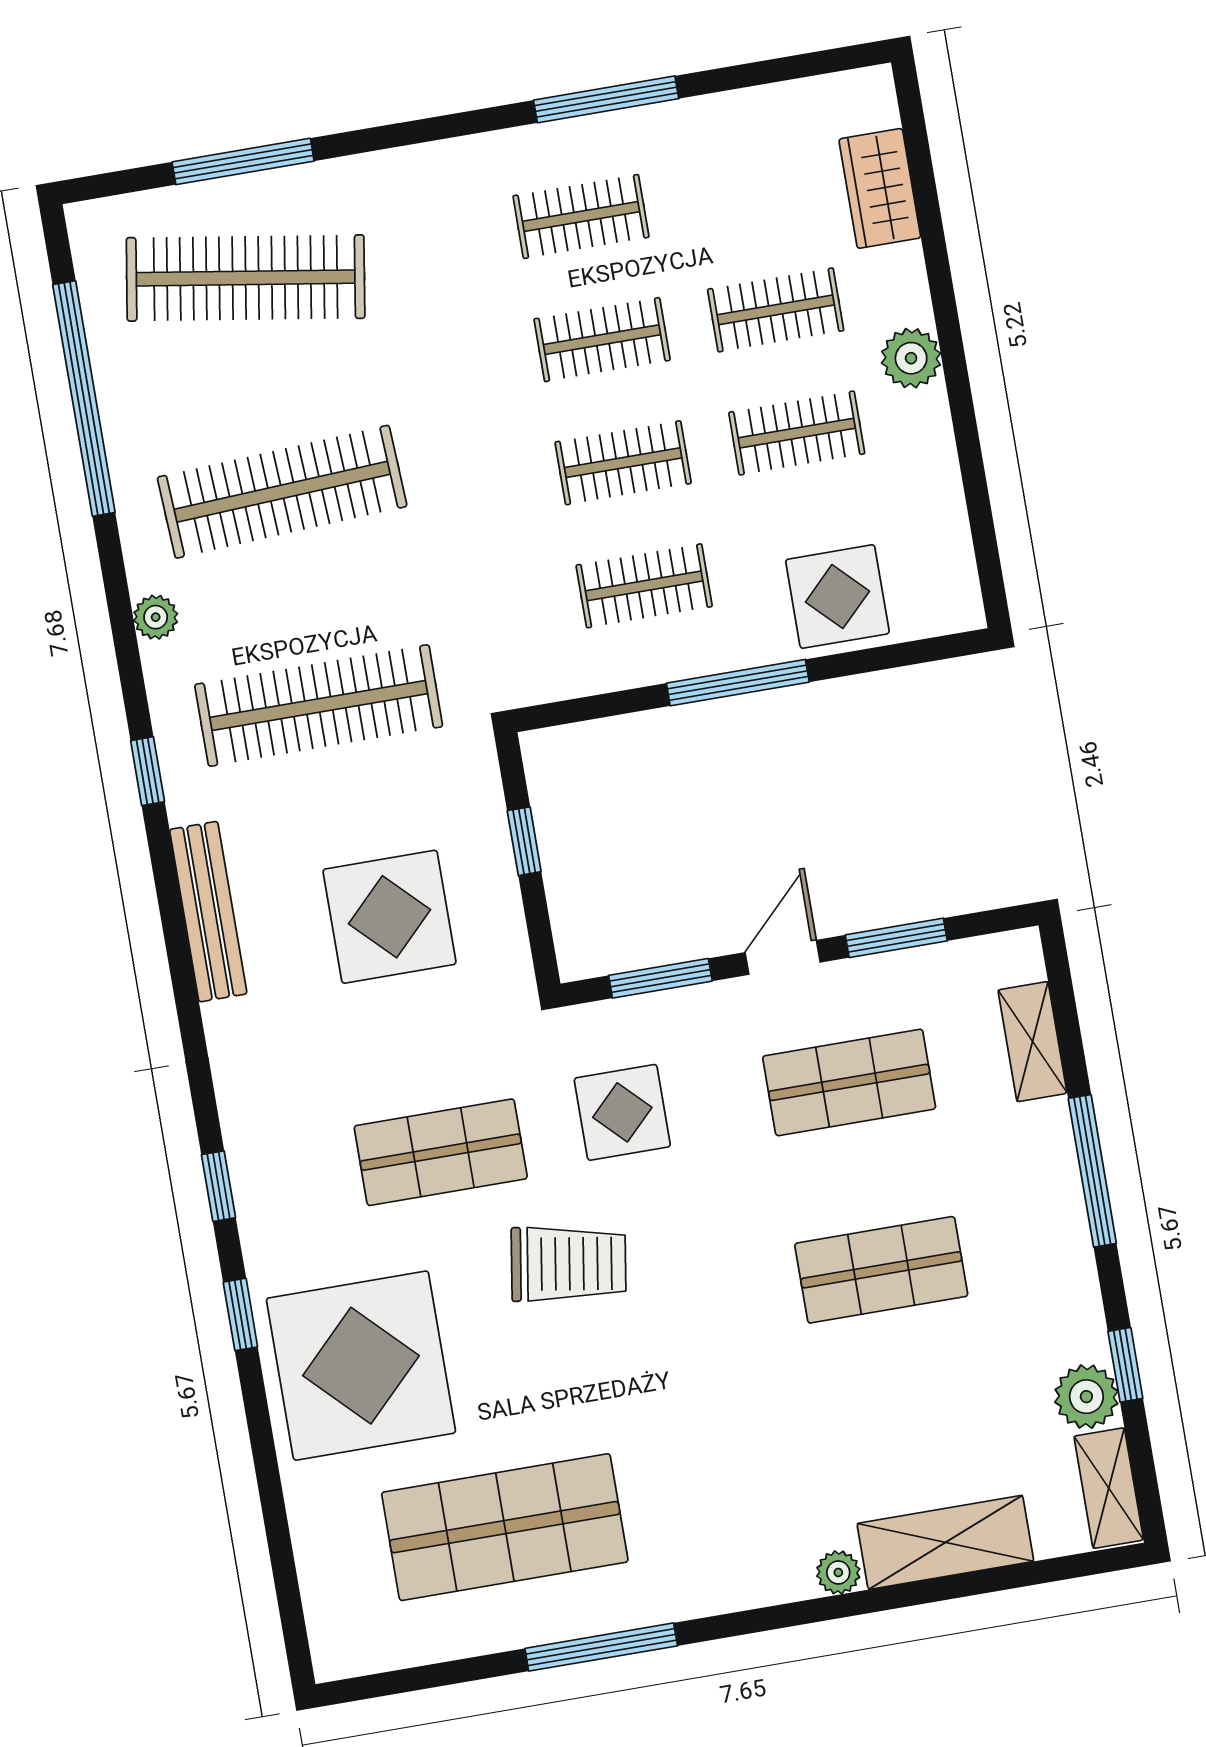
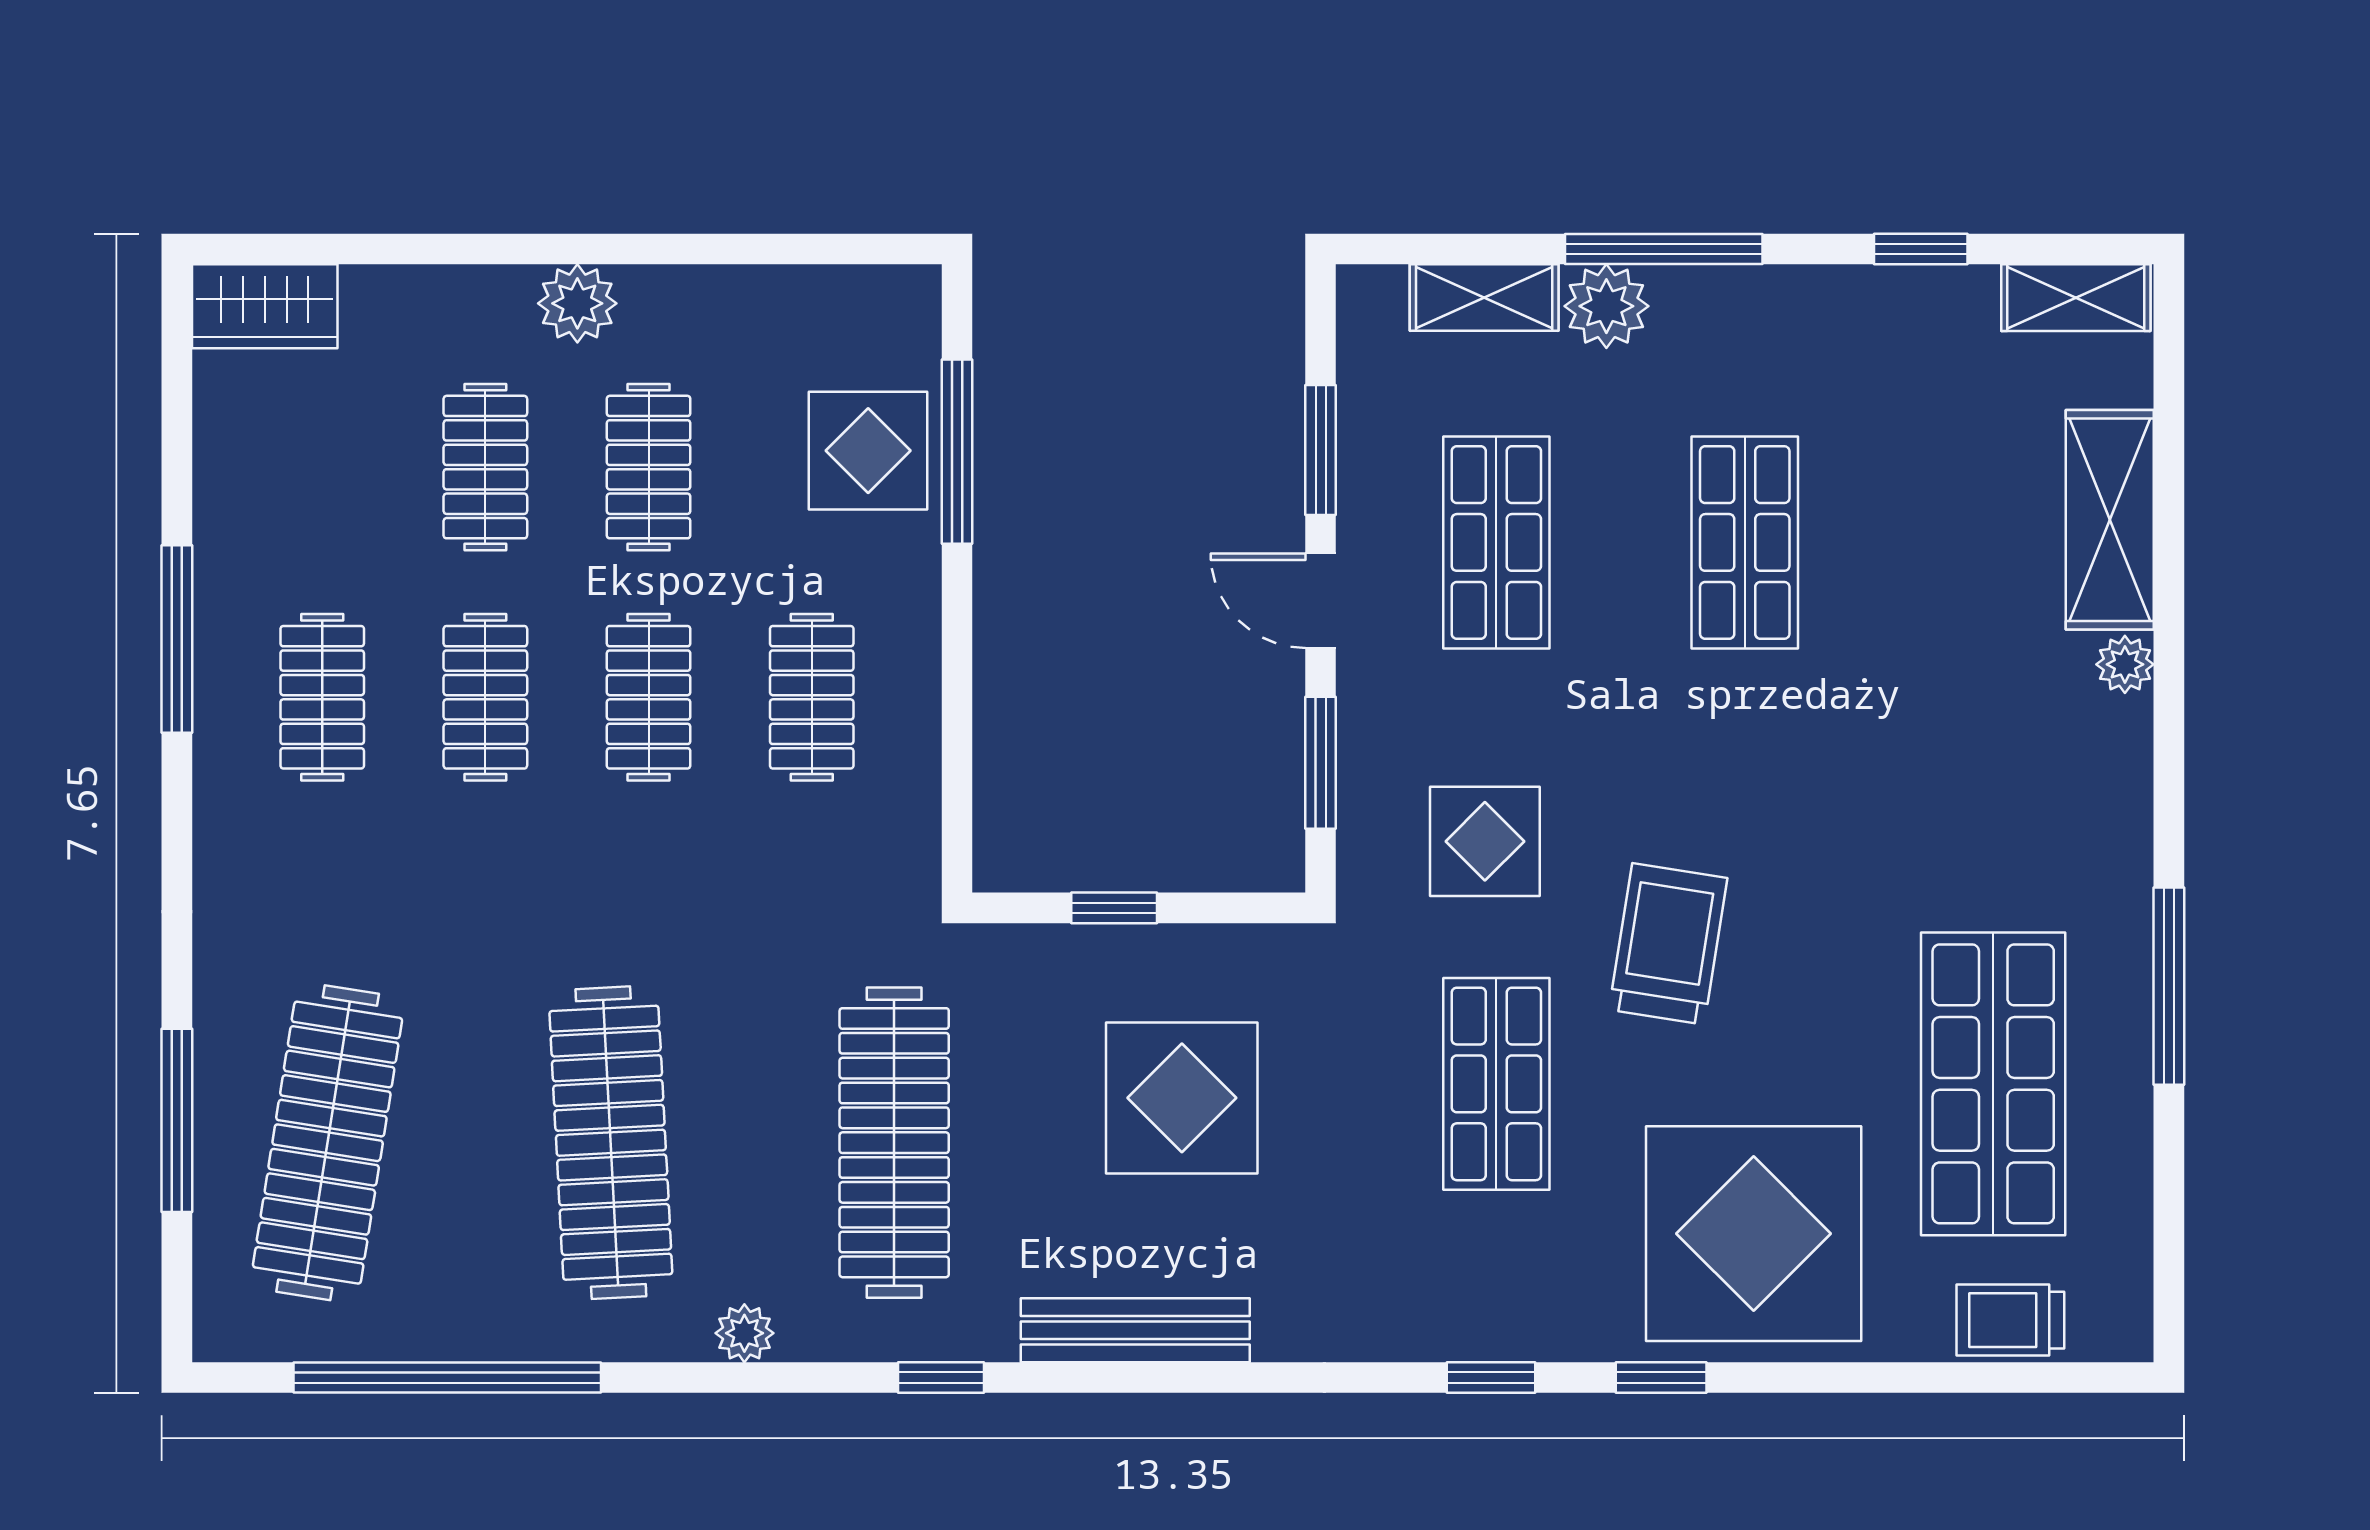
wardrobe: (880, 188) -> (265, 306), moved
window: (738, 683) -> (957, 452), moved
plant: (1086, 1397) -> (1606, 306), moved
trolley: (329, 1571) -> (2010, 1320), added

